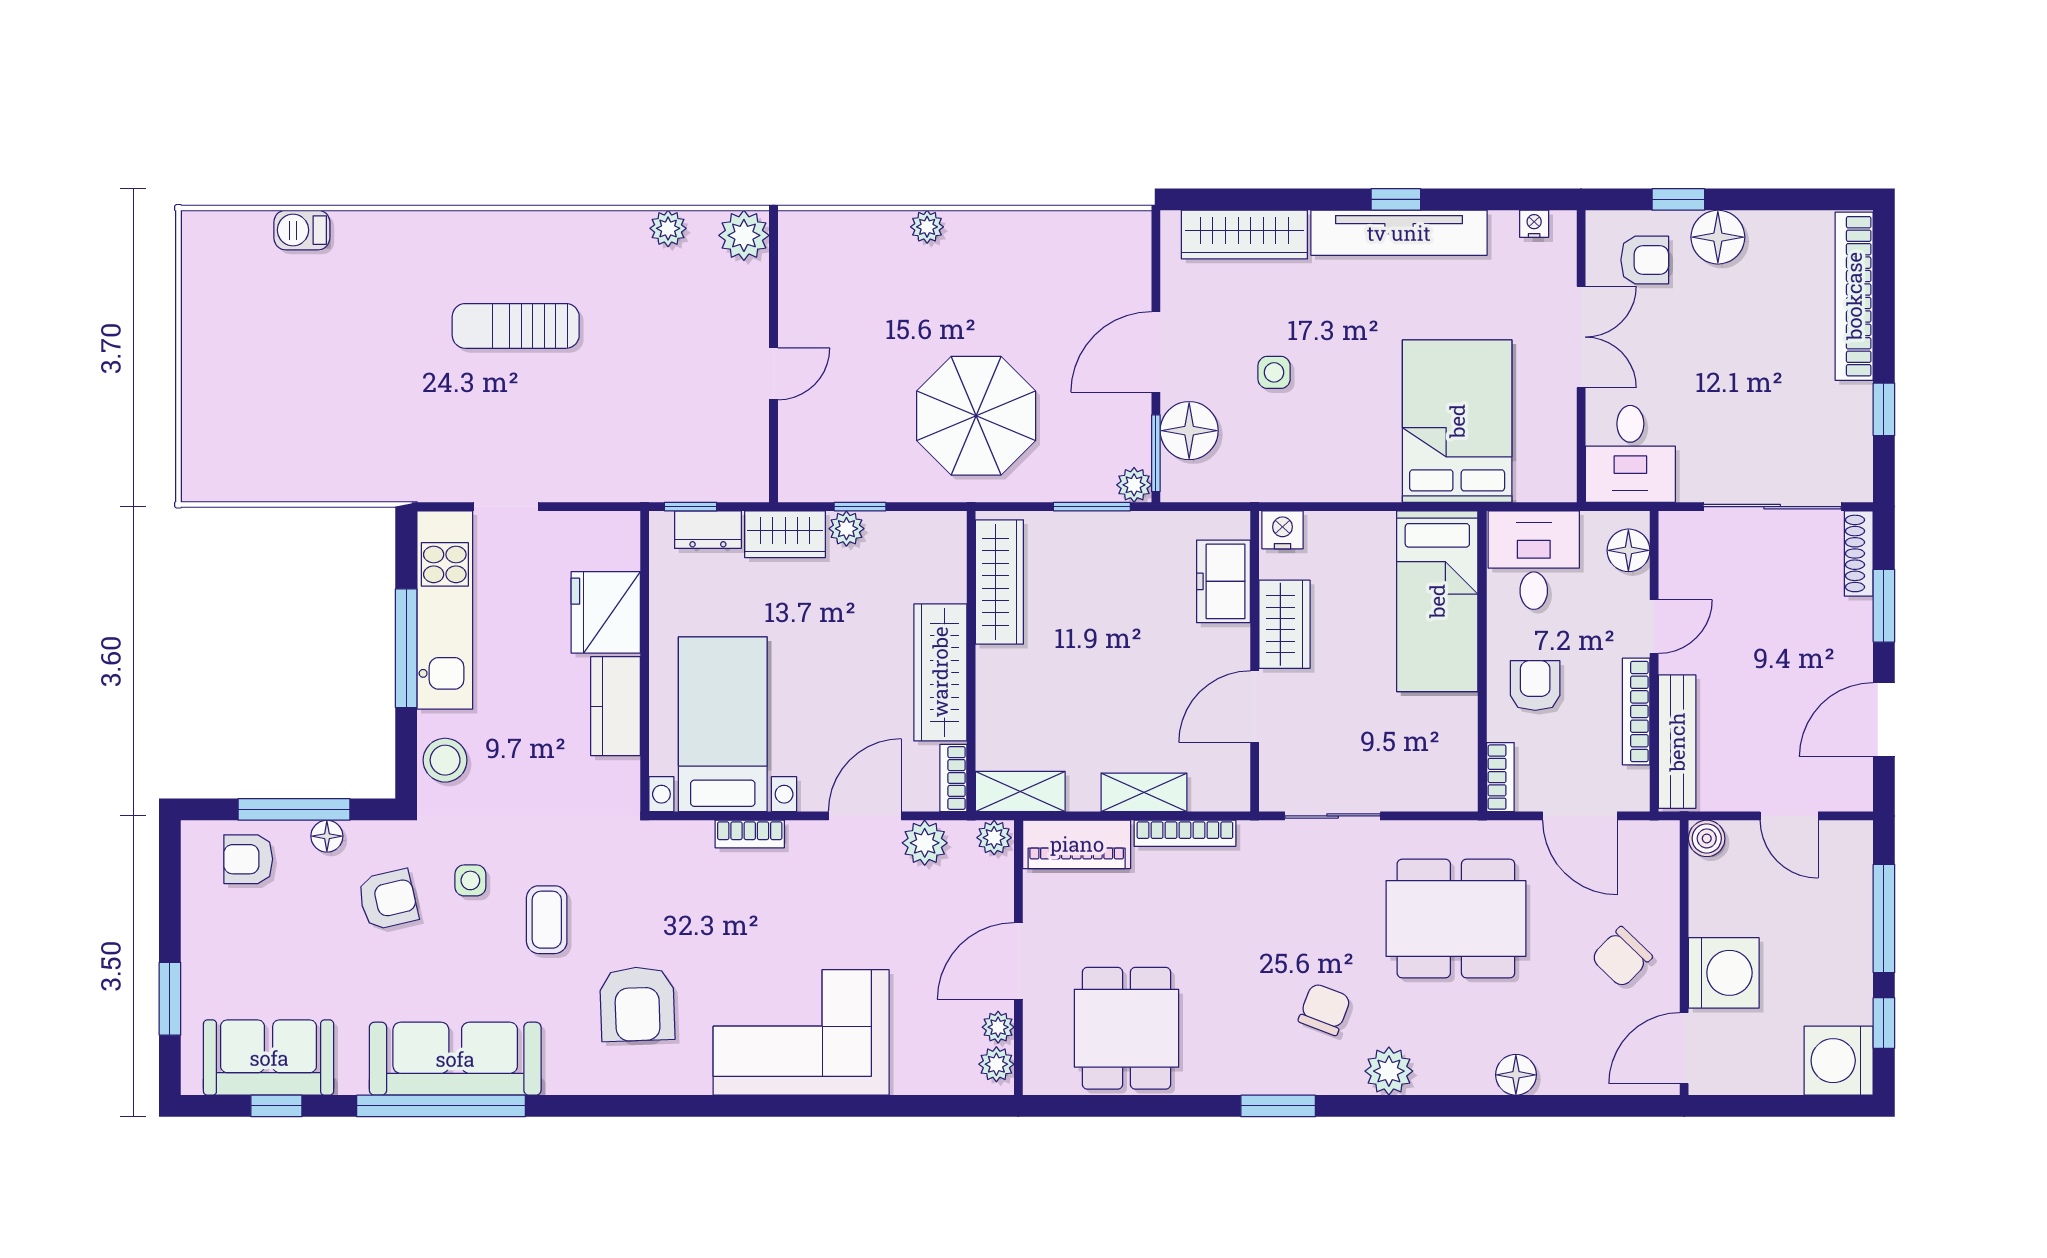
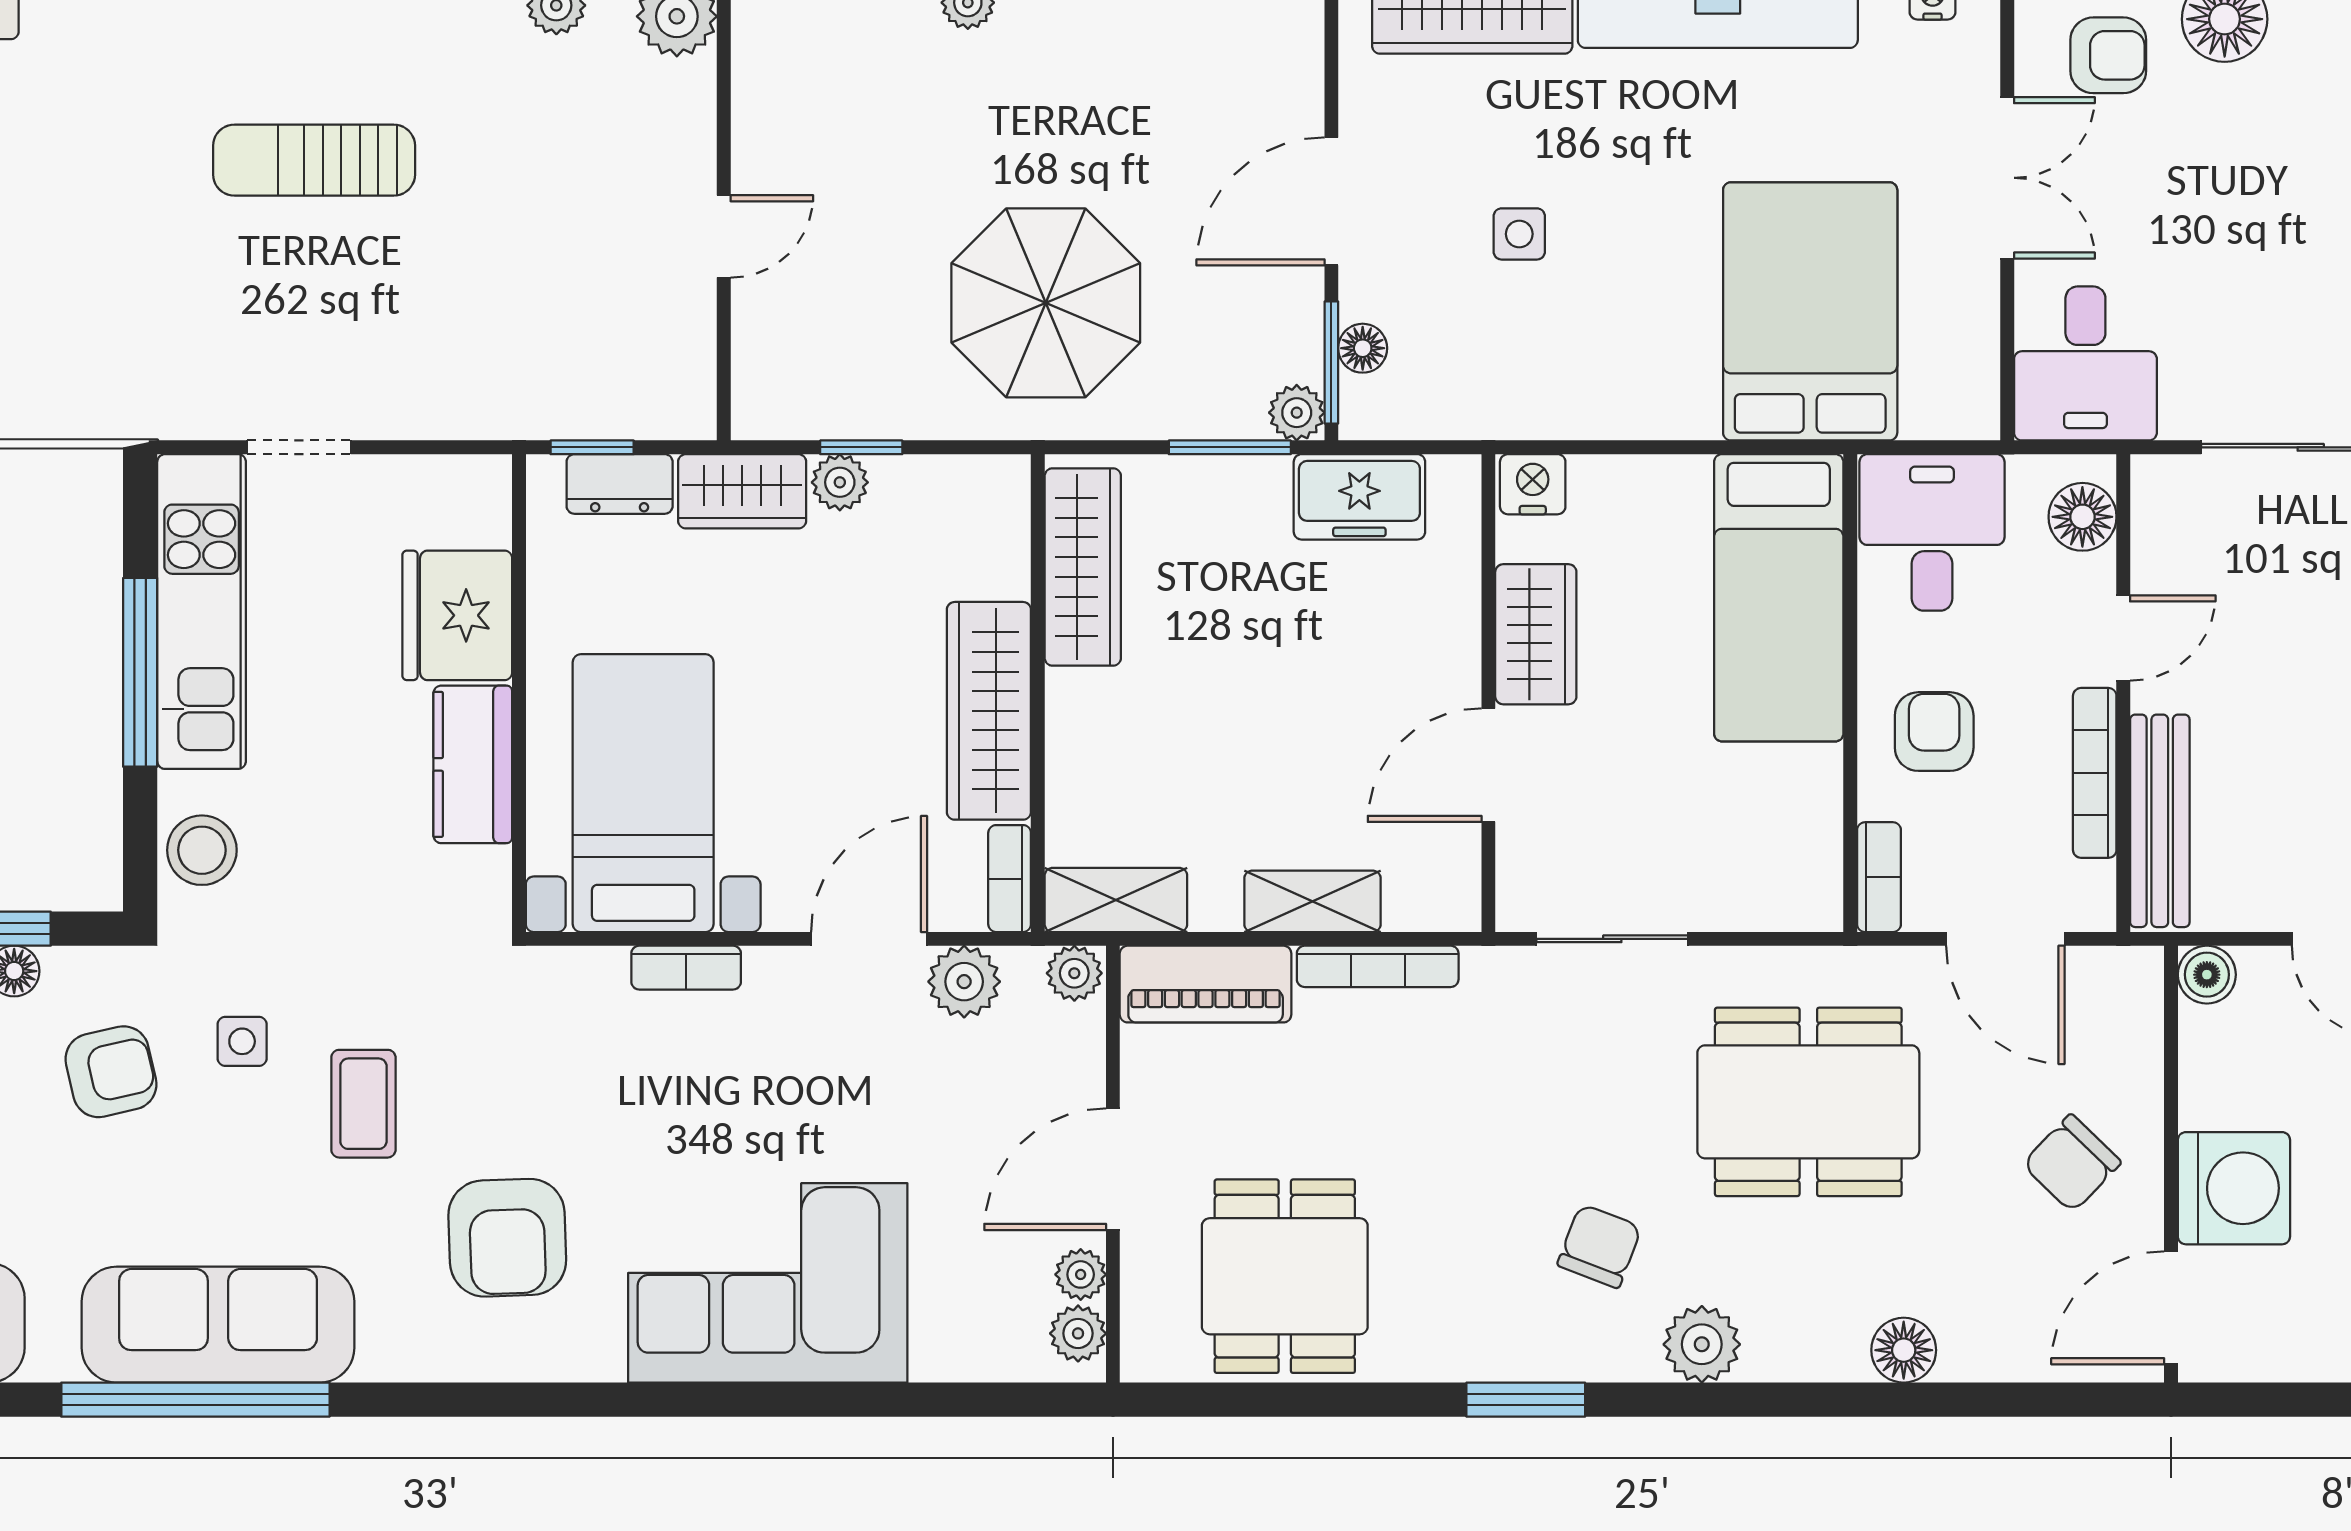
floor lamp: (1189, 431) -> (1363, 348), width x0.53, depth x0.53
freezer: (1223, 581) -> (1359, 497), moved, turned -90

